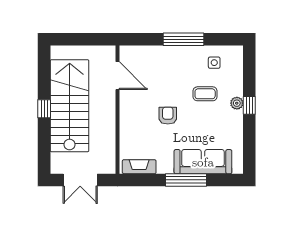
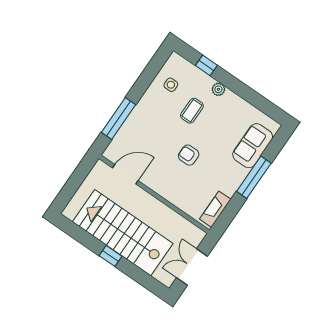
window: (184, 39) -> (118, 118), moved
window: (249, 105) -> (206, 65), moved
sofa: (203, 162) -> (253, 146), width x0.73
double door: (80, 180) -> (192, 267), swing flipped

